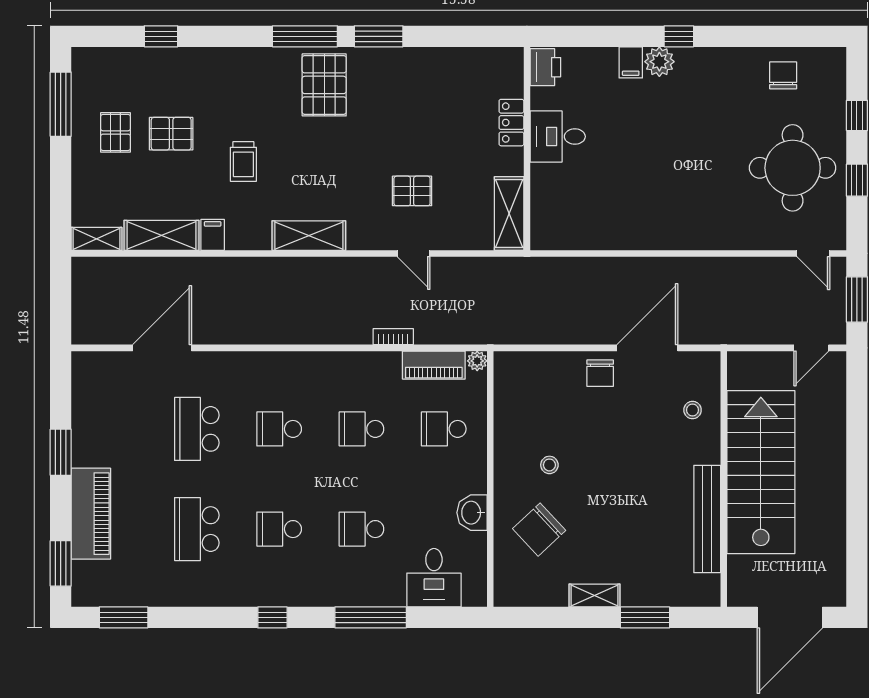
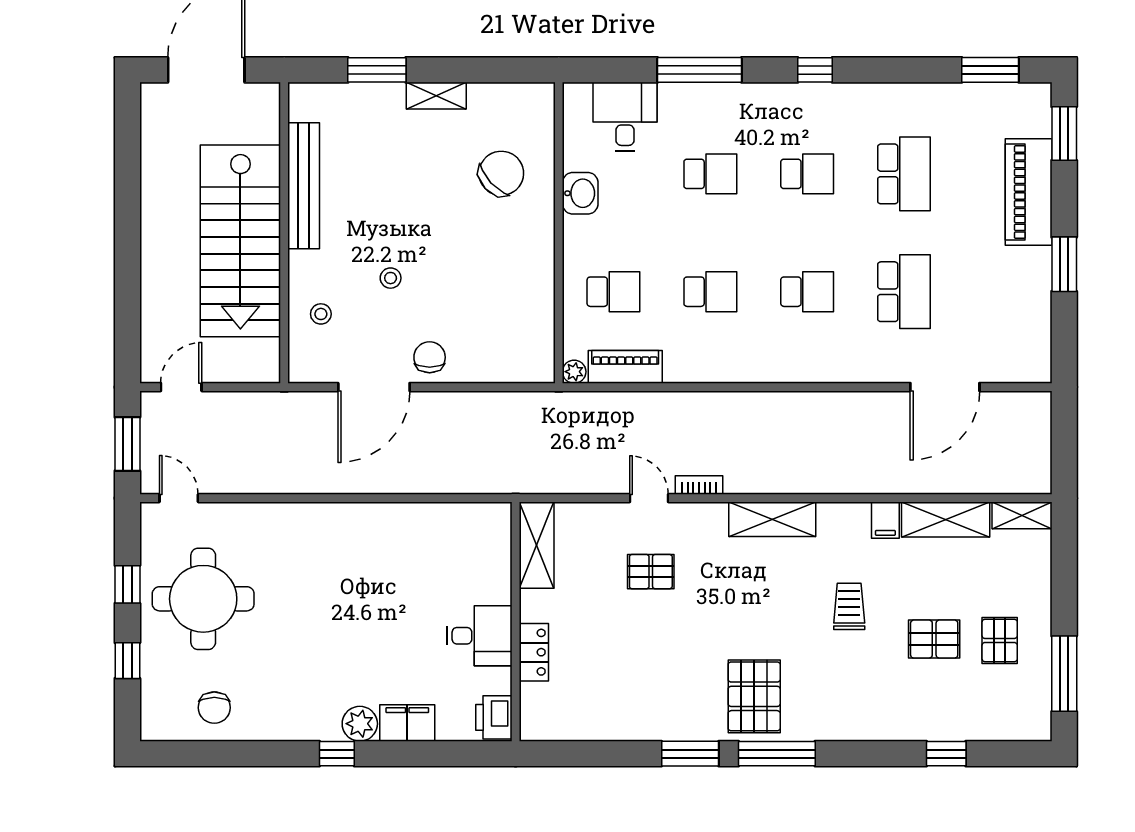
filing cabinet: (631, 62) -> (407, 723), width x2.00
bookcase: (393, 337) -> (699, 485), moved, turned 180
stool: (549, 465) -> (391, 278), moved

